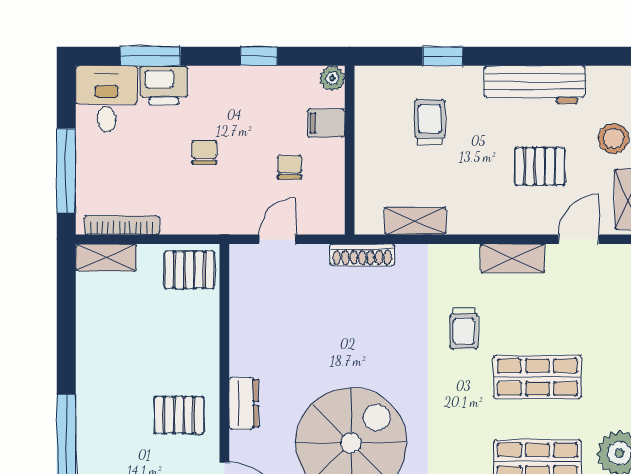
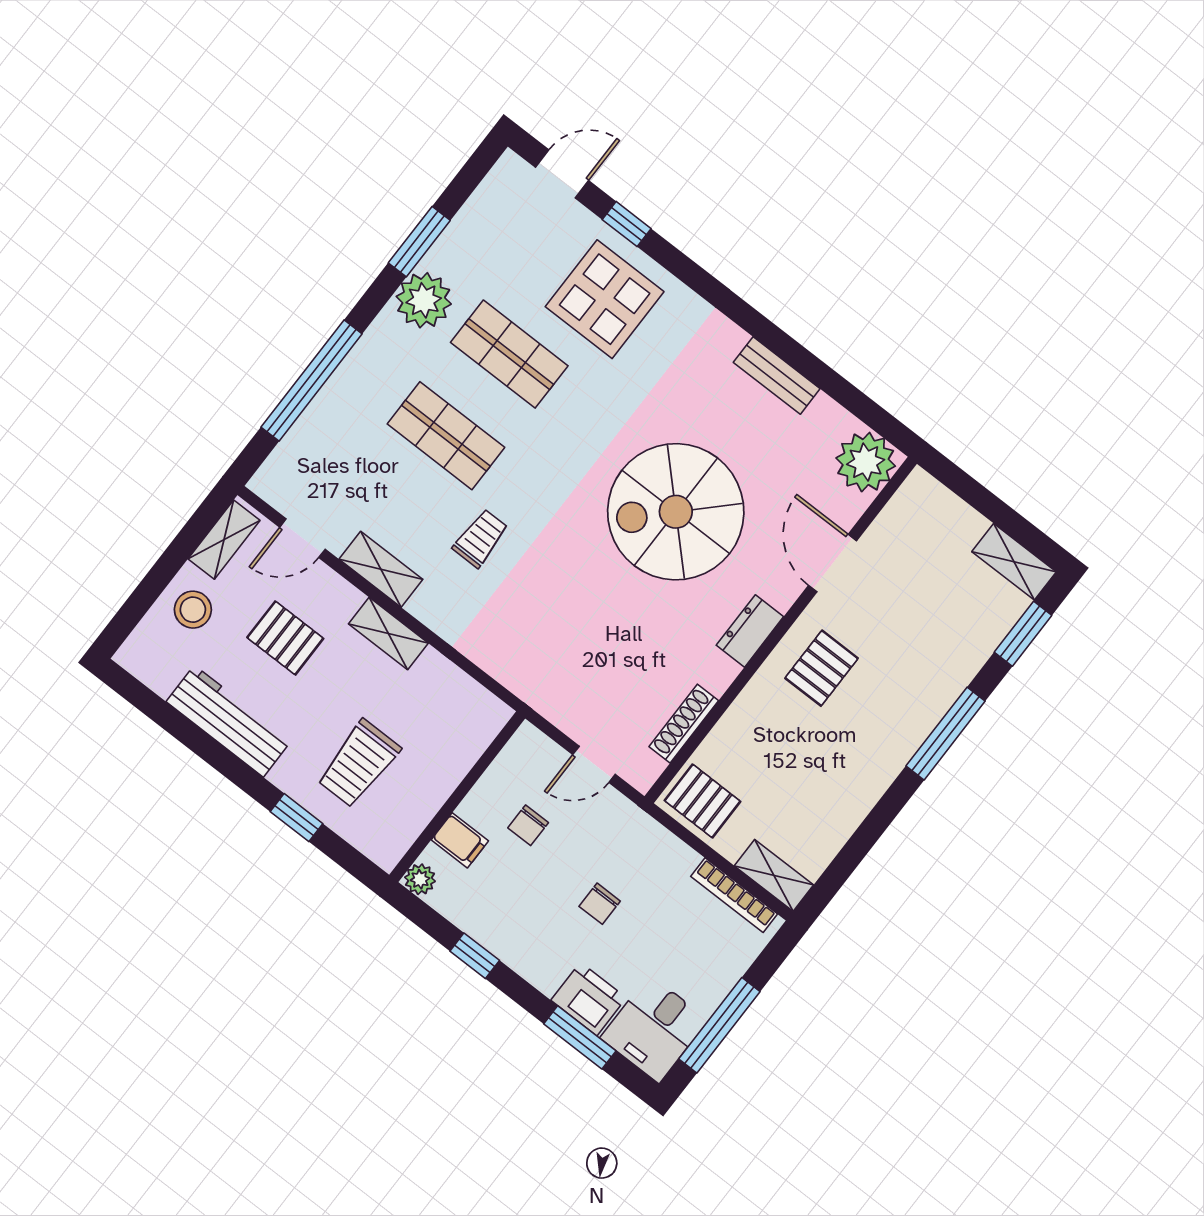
trolley: (430, 122) -> (359, 764), width x1.36, depth x1.39
window: (66, 171) -> (719, 1025), moved
shelving: (415, 221) -> (388, 633), moved
shoe rack: (362, 255) -> (684, 724), moved, turned -90
pallet: (179, 415) -> (822, 668), turned 90

